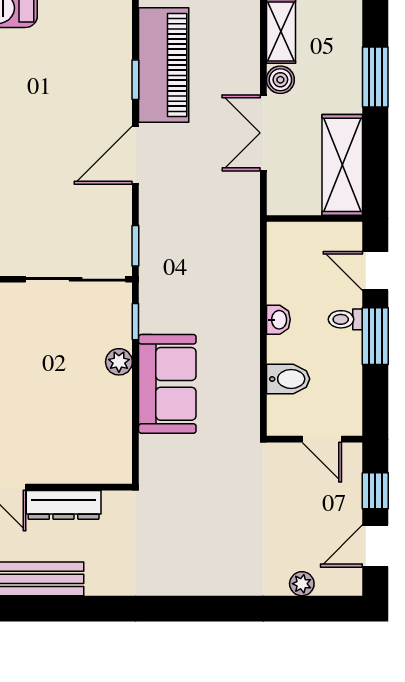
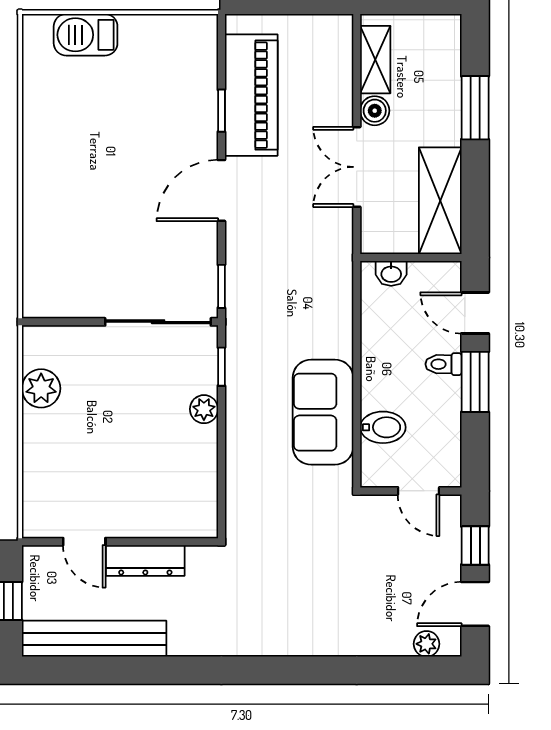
washbasin: (278, 320) -> (391, 273), moved, turned 90
sofa: (167, 384) -> (323, 412), moved, turned 180
plant: (302, 584) -> (426, 644), moved

